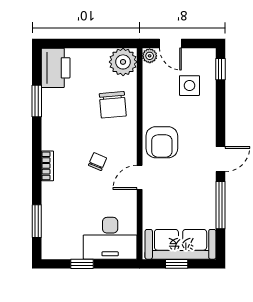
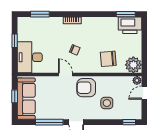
side table: (189, 86) -> (107, 103), moved
window: (37, 101) -> (126, 14), moved

